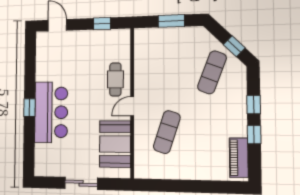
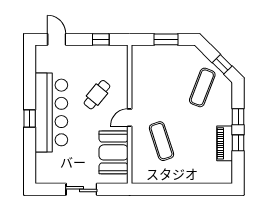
cafe table: (115, 79) -> (97, 95), moved, turned 39
bar counter: (51, 112) -> (51, 112), width x1.36
exercise mat: (167, 132) -> (161, 141), turned -36
piano: (239, 158) -> (225, 143), moved

